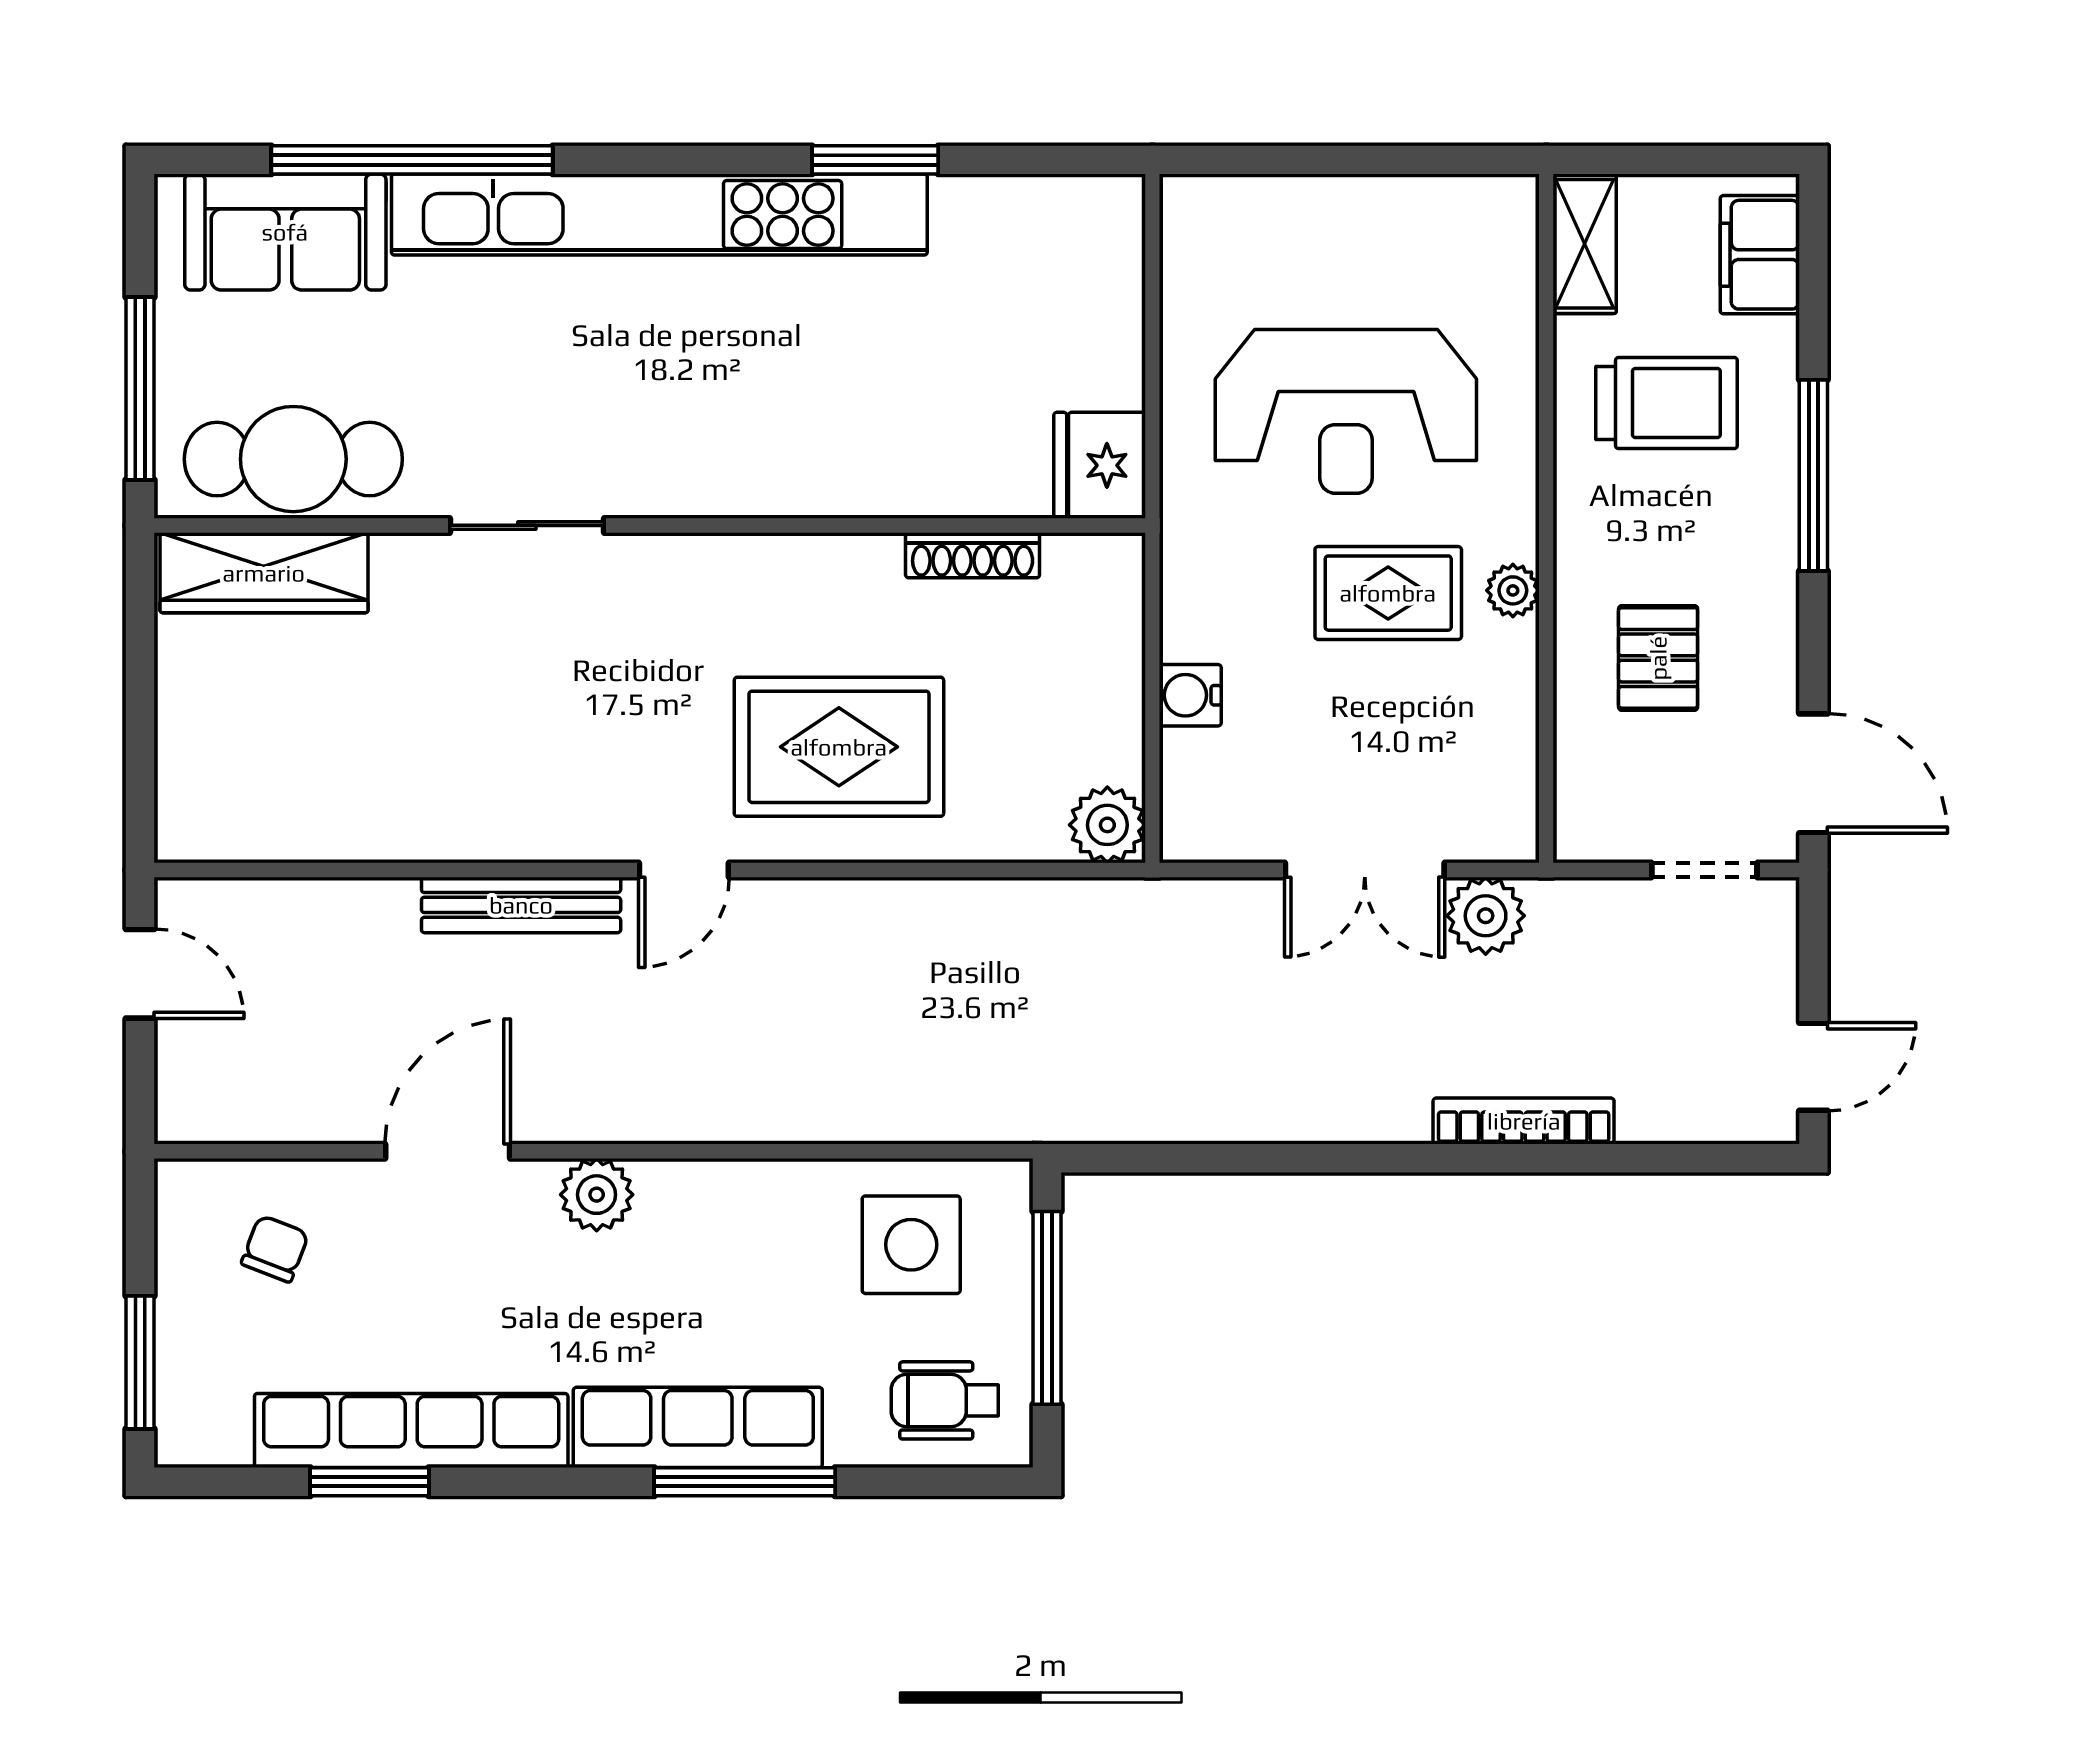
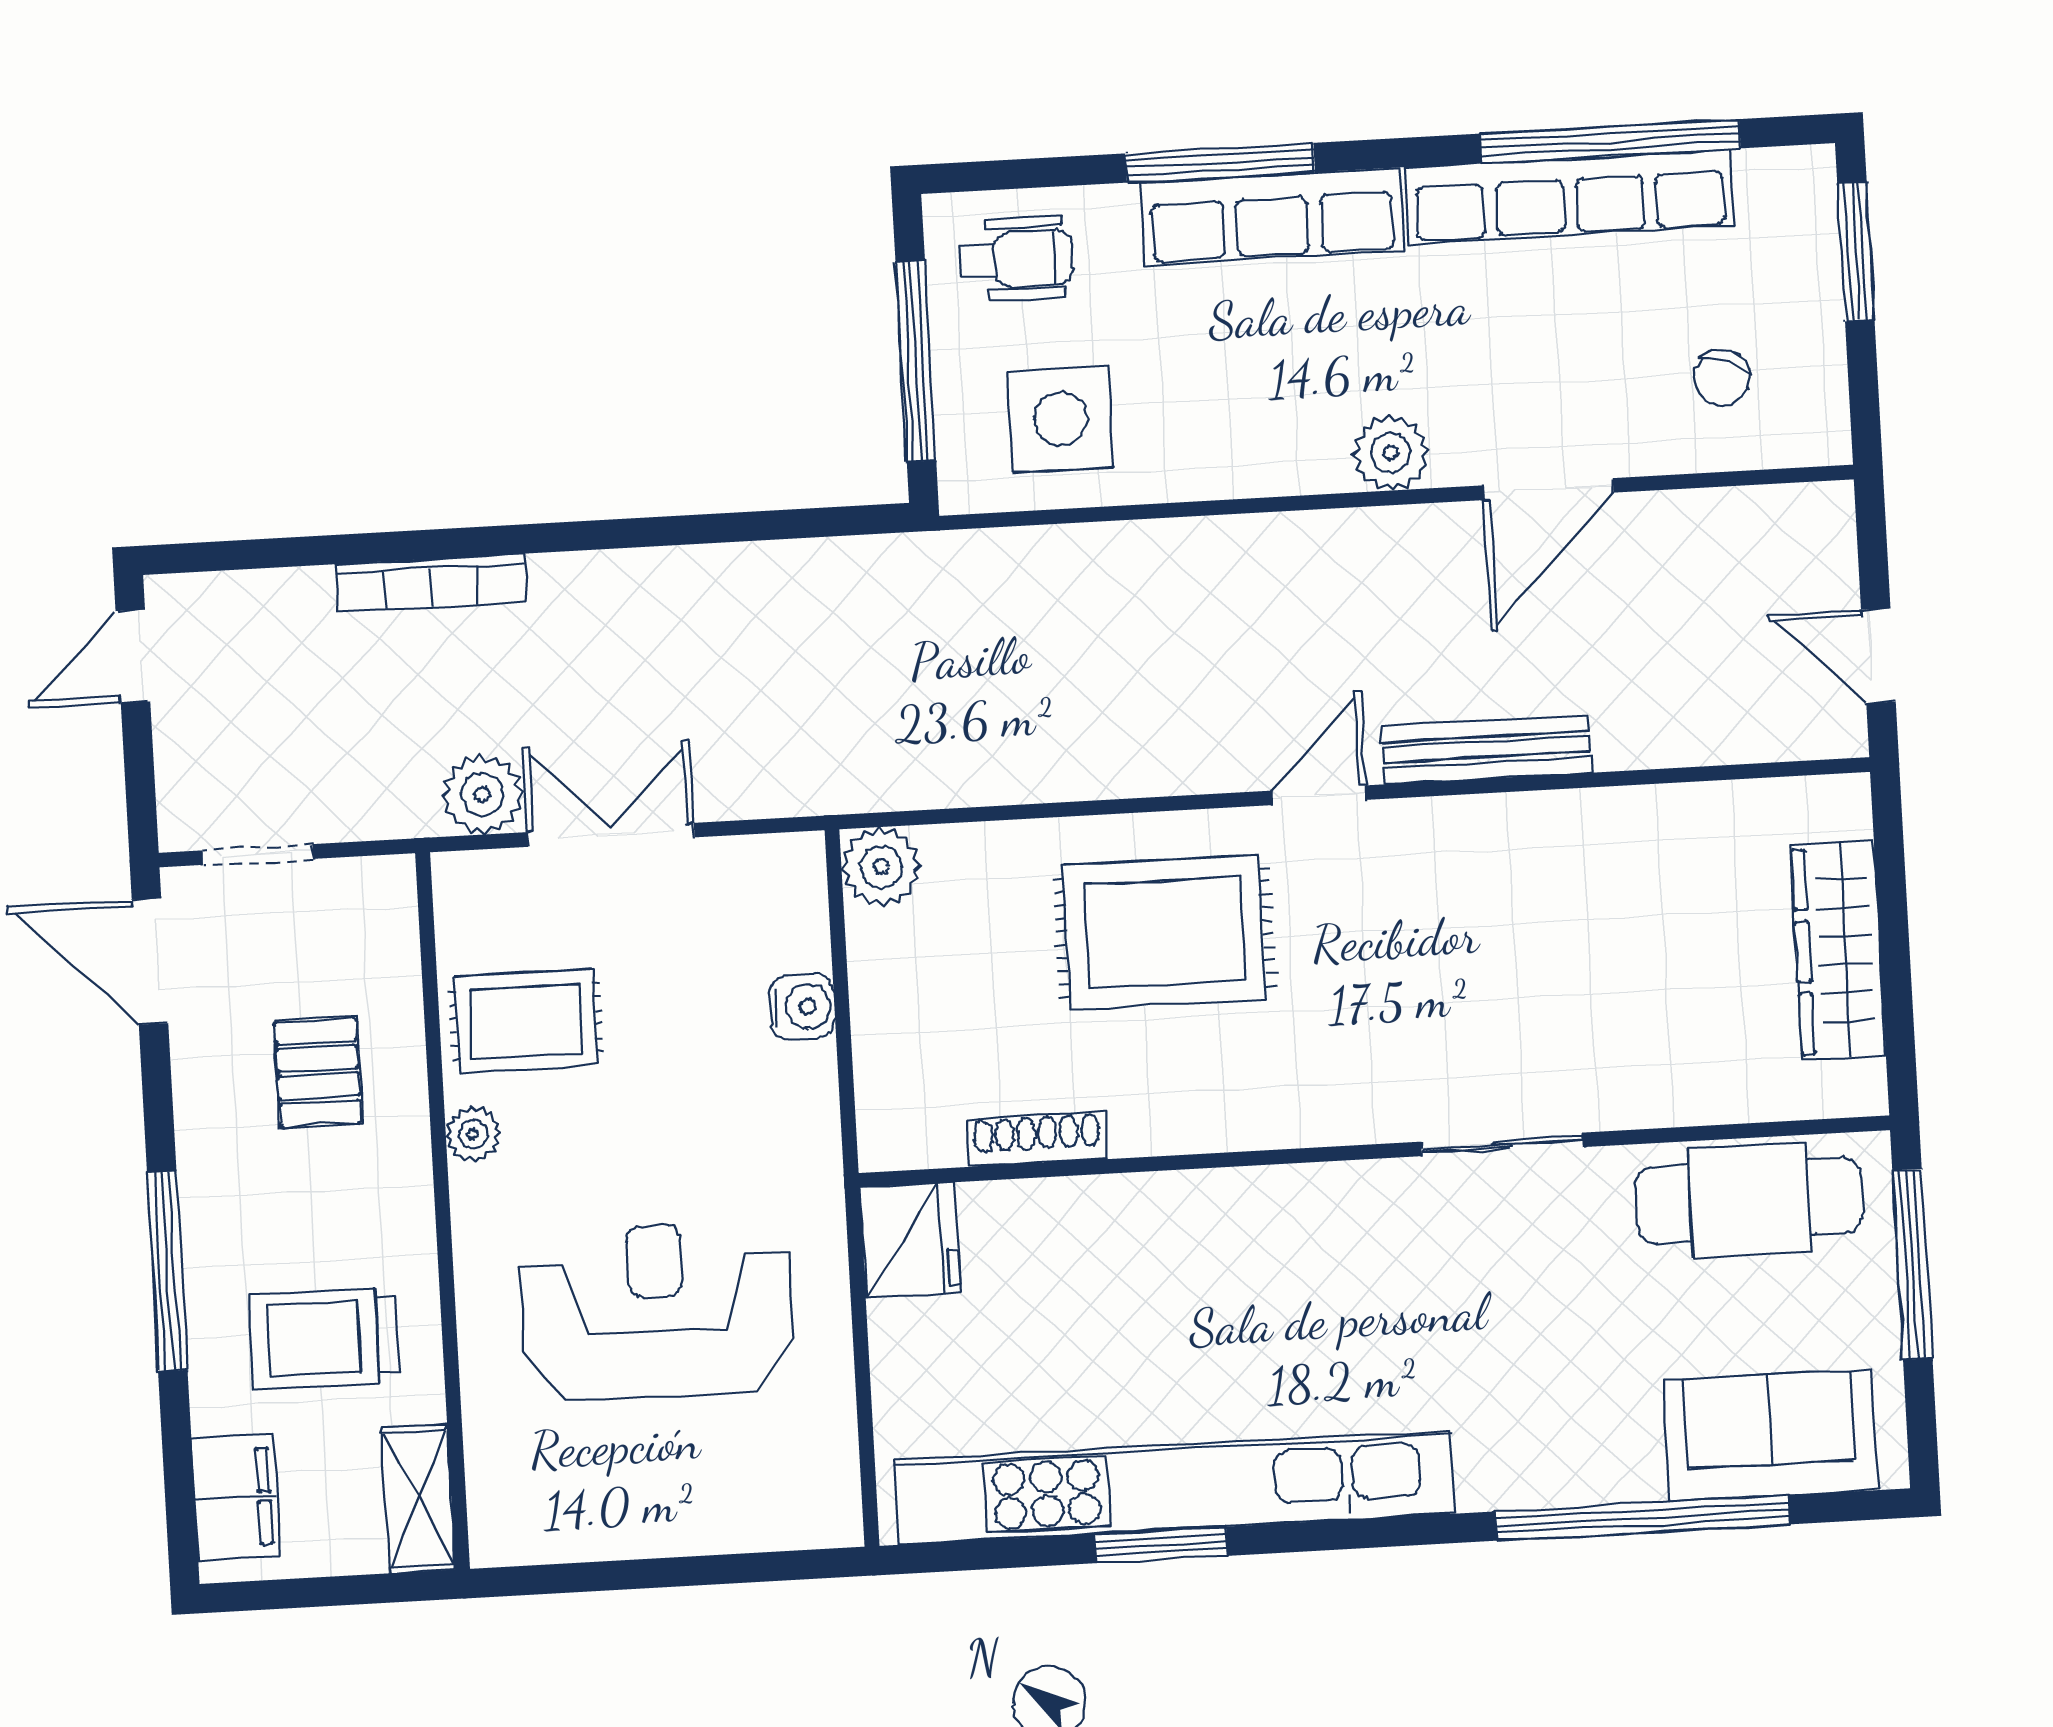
kitchen unit: (659, 215) -> (1175, 1487), moved
wardrobe: (264, 573) -> (1838, 950), moved, turned -90
rug: (1388, 593) -> (526, 1021), moved
window: (370, 1482) -> (1610, 141), width x2.11

